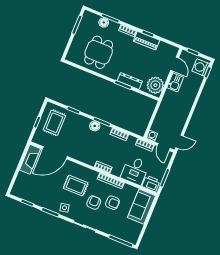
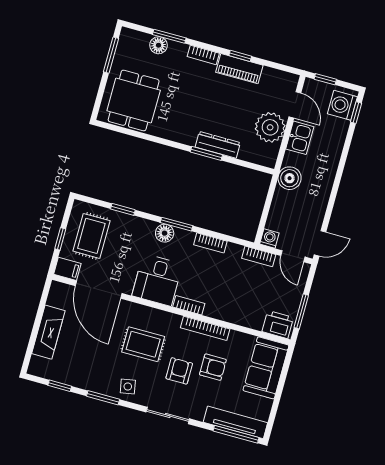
dining table: (99, 52) -> (134, 101), moved
plant: (155, 85) -> (270, 127), moved
boiler: (167, 104) -> (290, 178), added
filing cabinet: (39, 139) -> (67, 269), added
door: (55, 153) -> (99, 290), hinge flipped
fireplace: (30, 159) -> (48, 332), moved
desk: (135, 171) -> (157, 280), moved
tv unit: (121, 234) -> (235, 422), added

